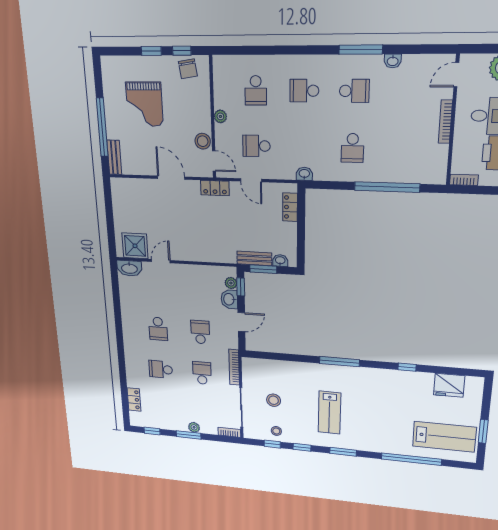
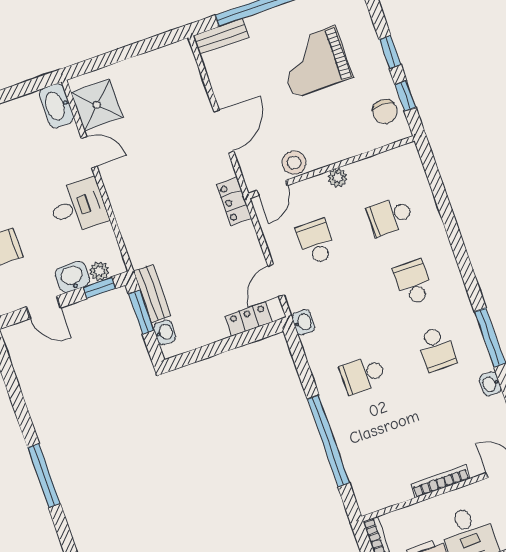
chair: (188, 69) -> (385, 112), turned -81
door: (251, 180) -> (276, 280), moved
desk: (190, 280) -> (78, 206), added

